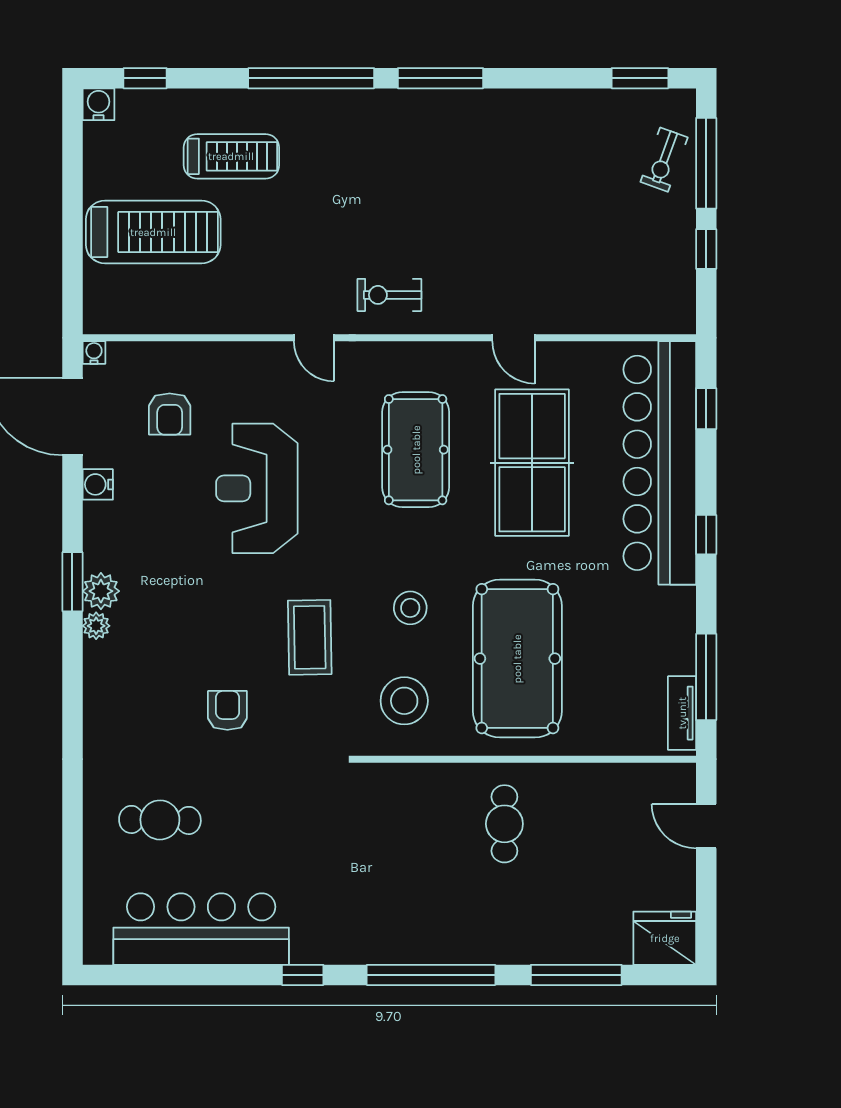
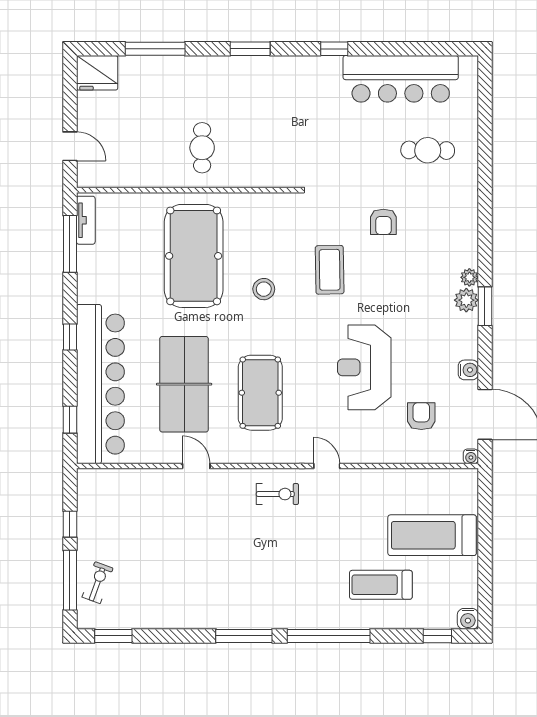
reception desk: (257, 488) -> (364, 367), turned 180
stool: (404, 701) -> (268, 228), removed
window: (431, 975) -> (250, 49), width x0.47

